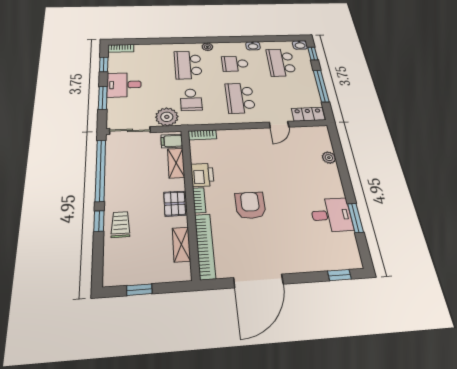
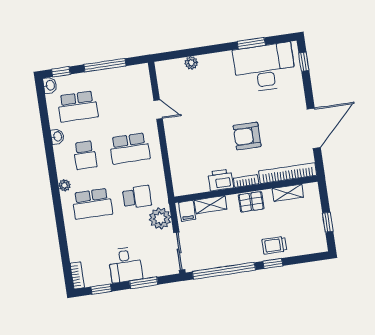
locker: (308, 114) -> (143, 80), removed
bookcase: (202, 135) -> (177, 183), removed
desk: (331, 215) -> (264, 68), width x1.87, depth x1.30
door: (258, 281) -> (314, 128), hinge flipped

